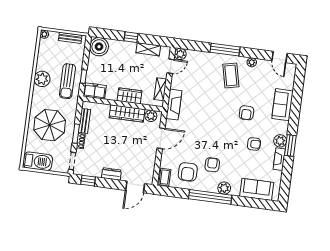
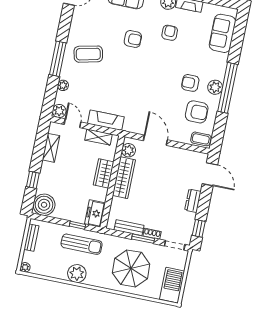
window: (131, 37) -> (33, 180), moved
plant: (252, 62) -> (63, 85), moved
fireplace: (174, 105) -> (106, 120), moved
plant: (224, 188) -> (215, 87), moved

